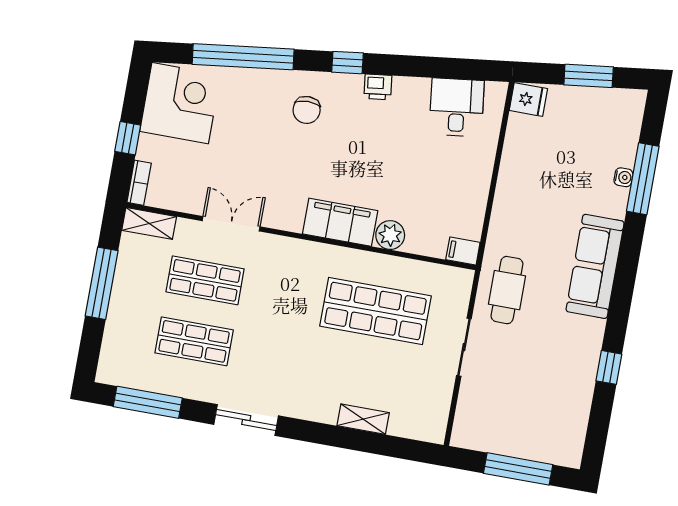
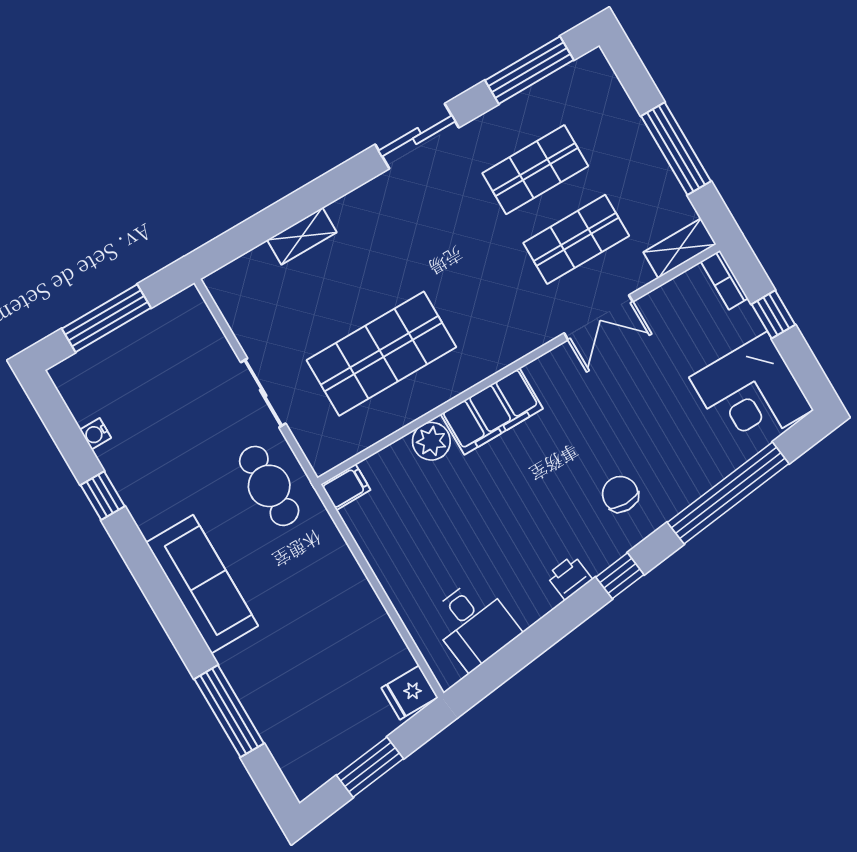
water cooler: (623, 177) -> (96, 434), moved

